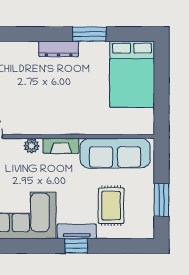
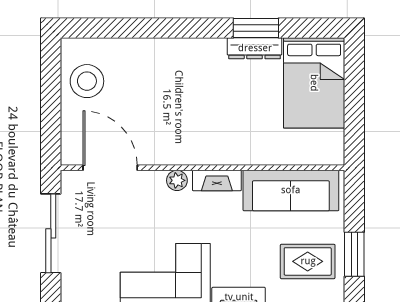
dresser: (59, 49) -> (255, 48), moved
rug: (111, 206) -> (308, 261), moved, turned 90

